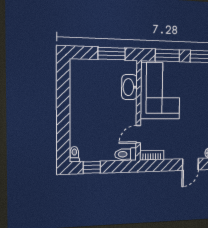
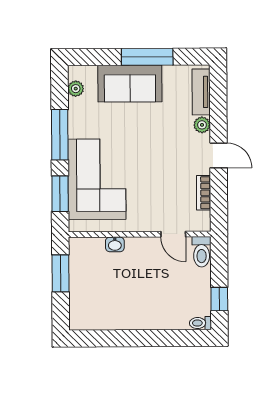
washbasin: (129, 87) -> (115, 244), width x0.52, depth x0.69
corner sofa: (160, 91) -> (97, 179), moved, turned 90
bookcase: (152, 155) -> (204, 193), moved

